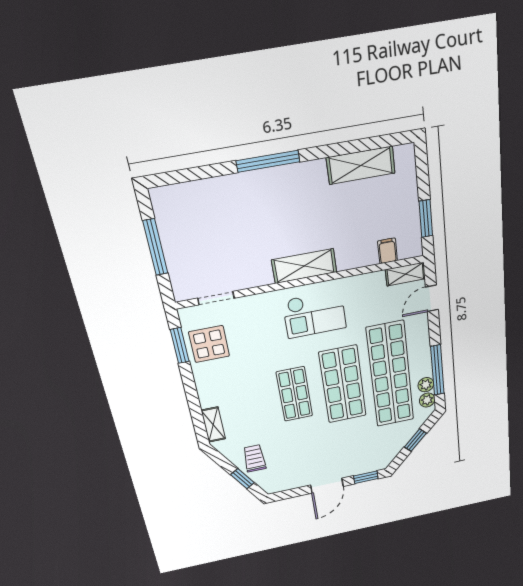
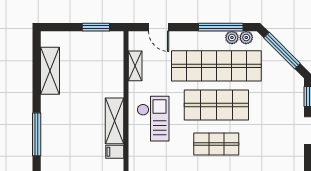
filing cabinet: (388, 251) -> (115, 152), moved
shelving: (405, 274) -> (135, 66), moved
window: (415, 440) -> (282, 51), width x2.17

